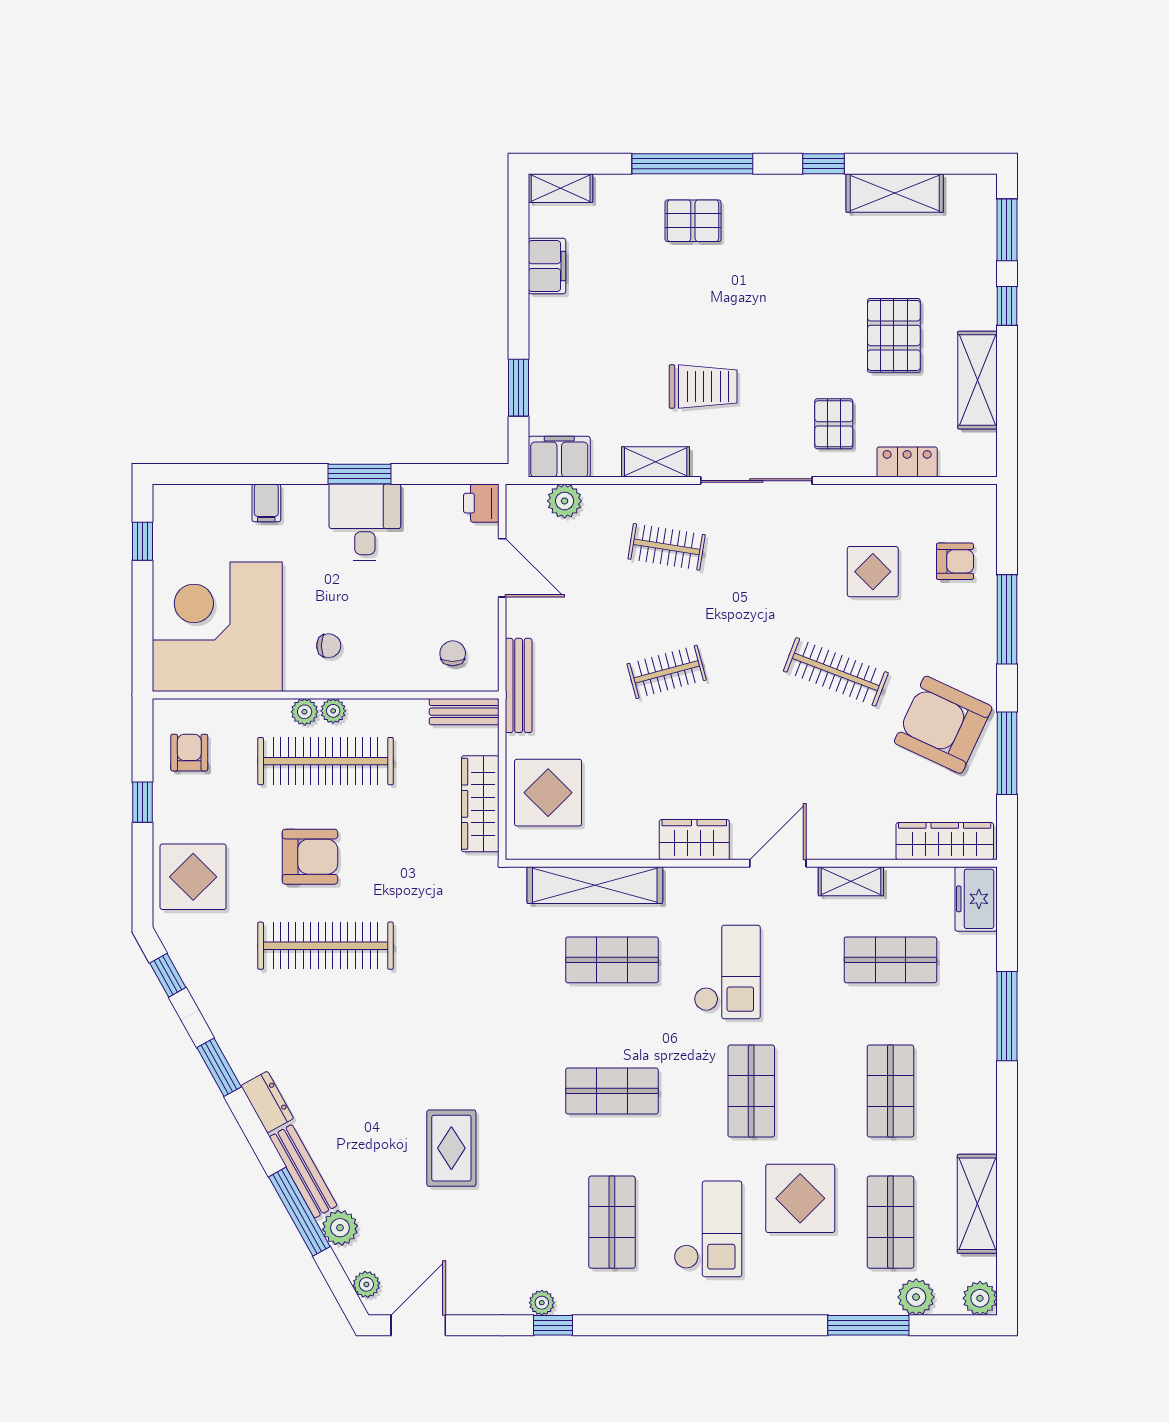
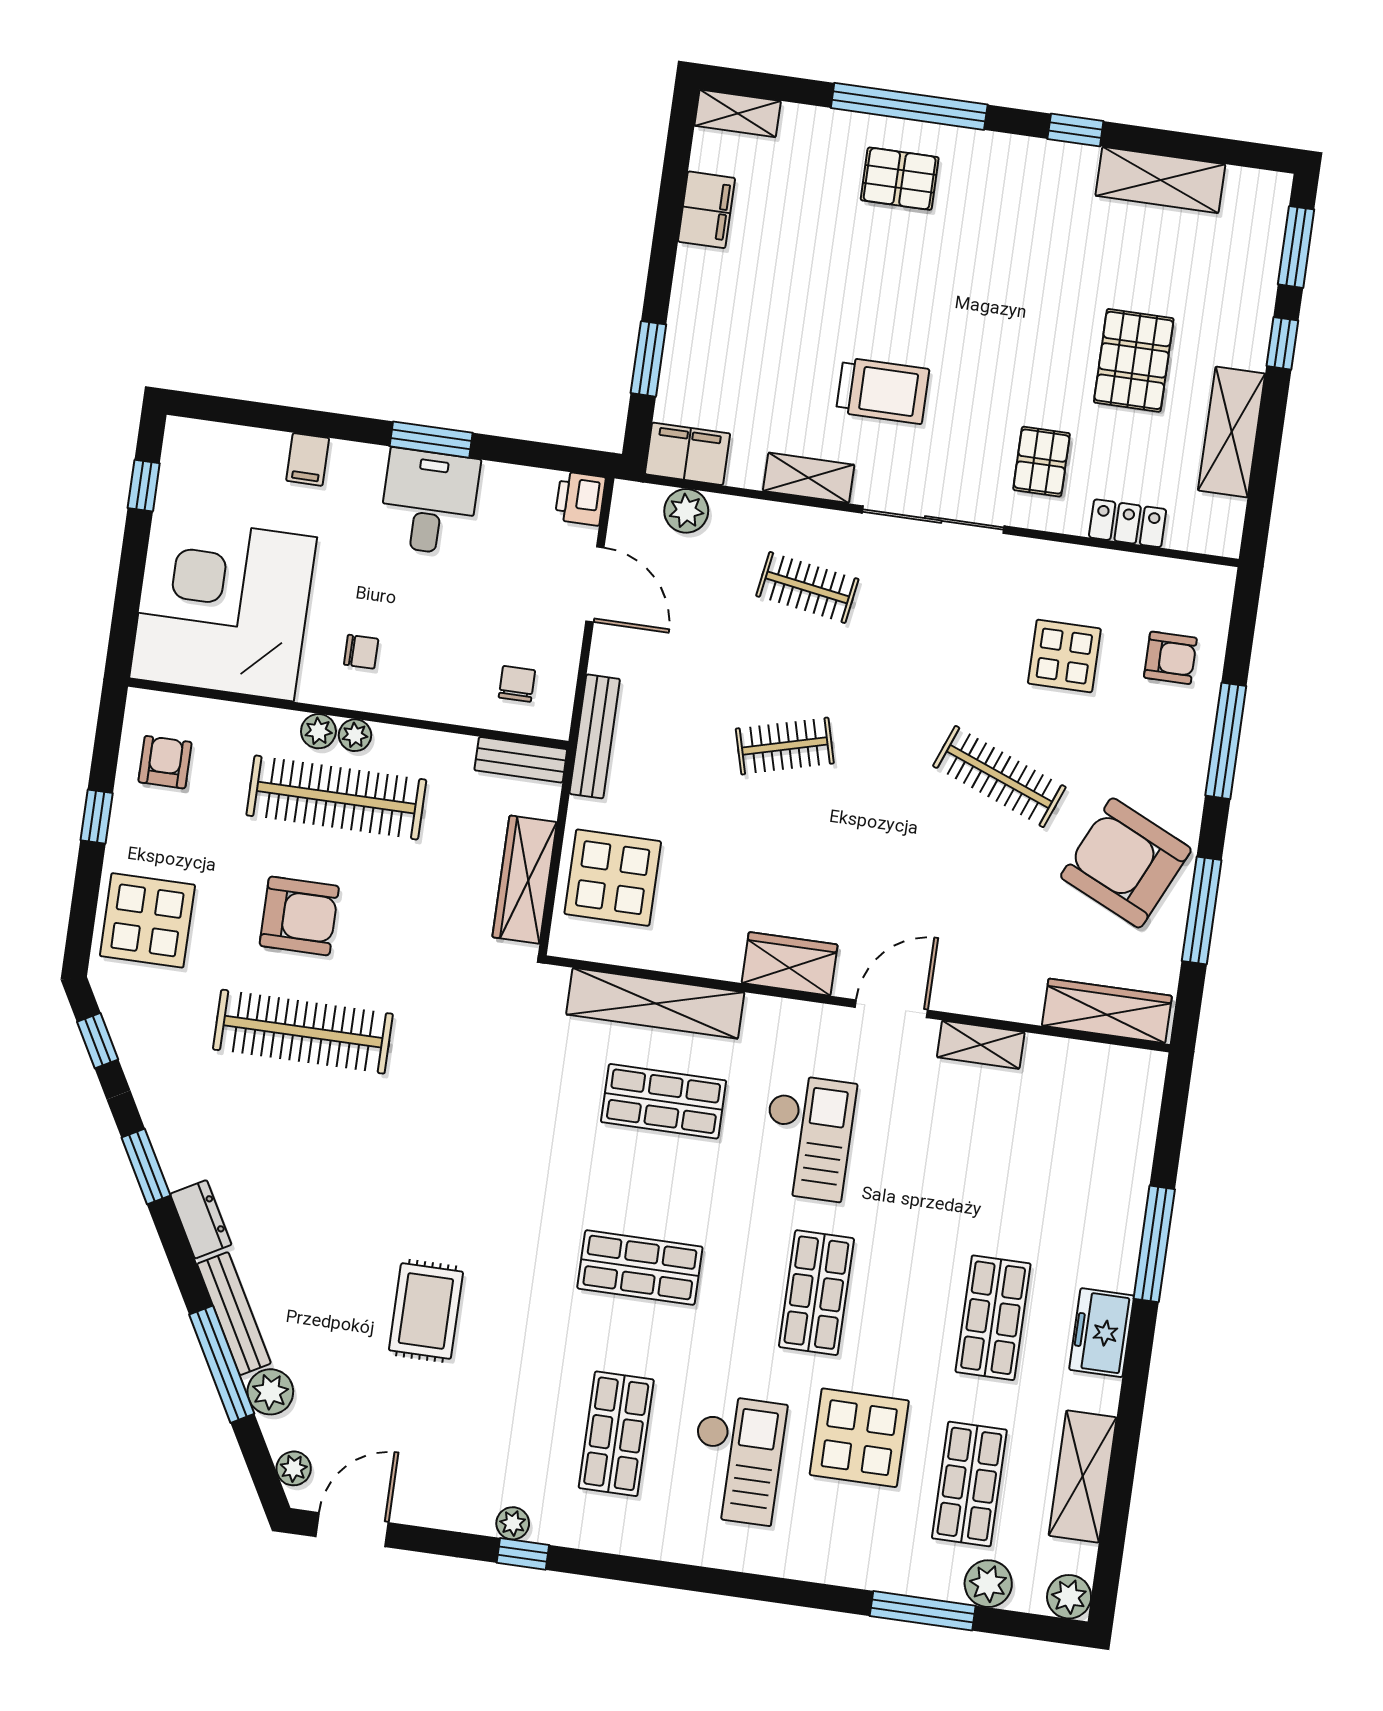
freezer: (976, 899) -> (1102, 1333), moved
shop shelf: (890, 960) -> (1017, 1152), removed

